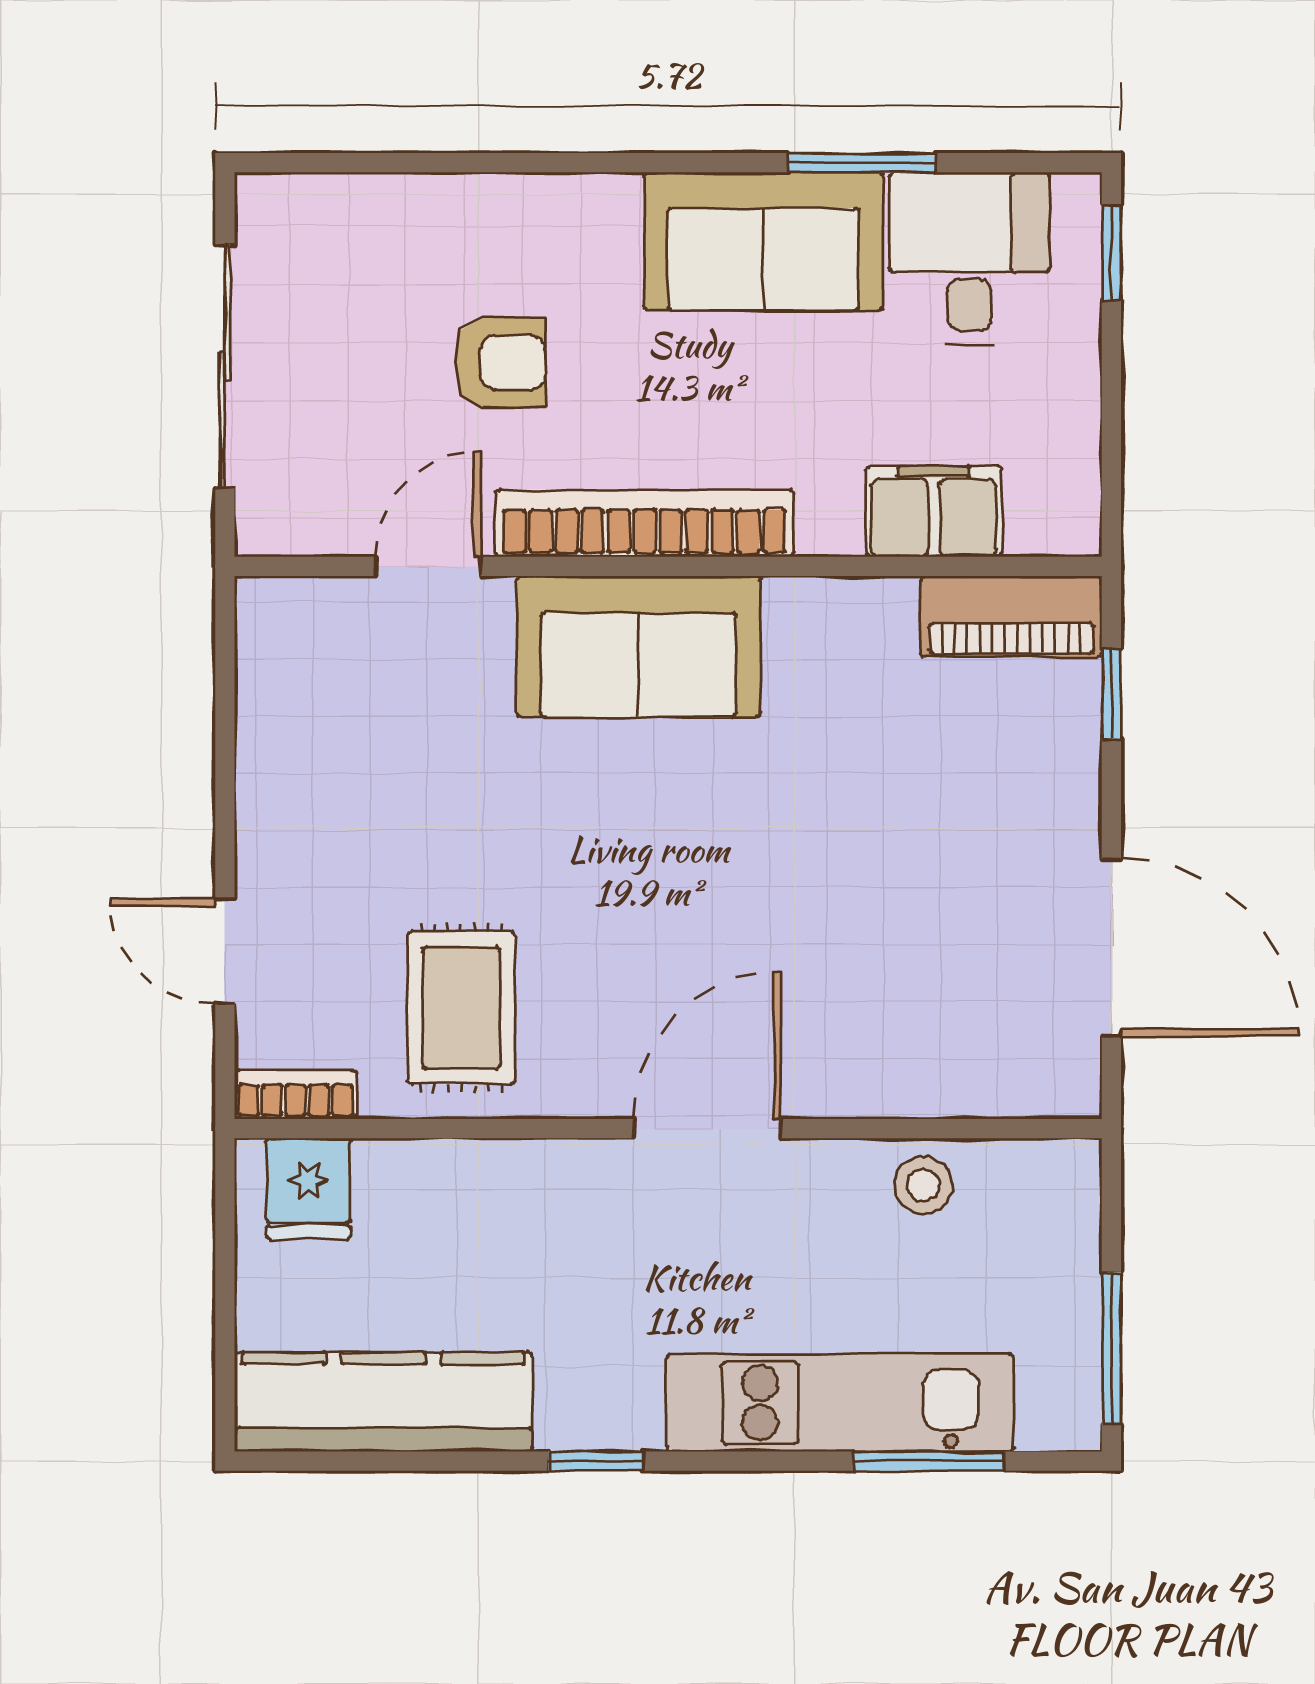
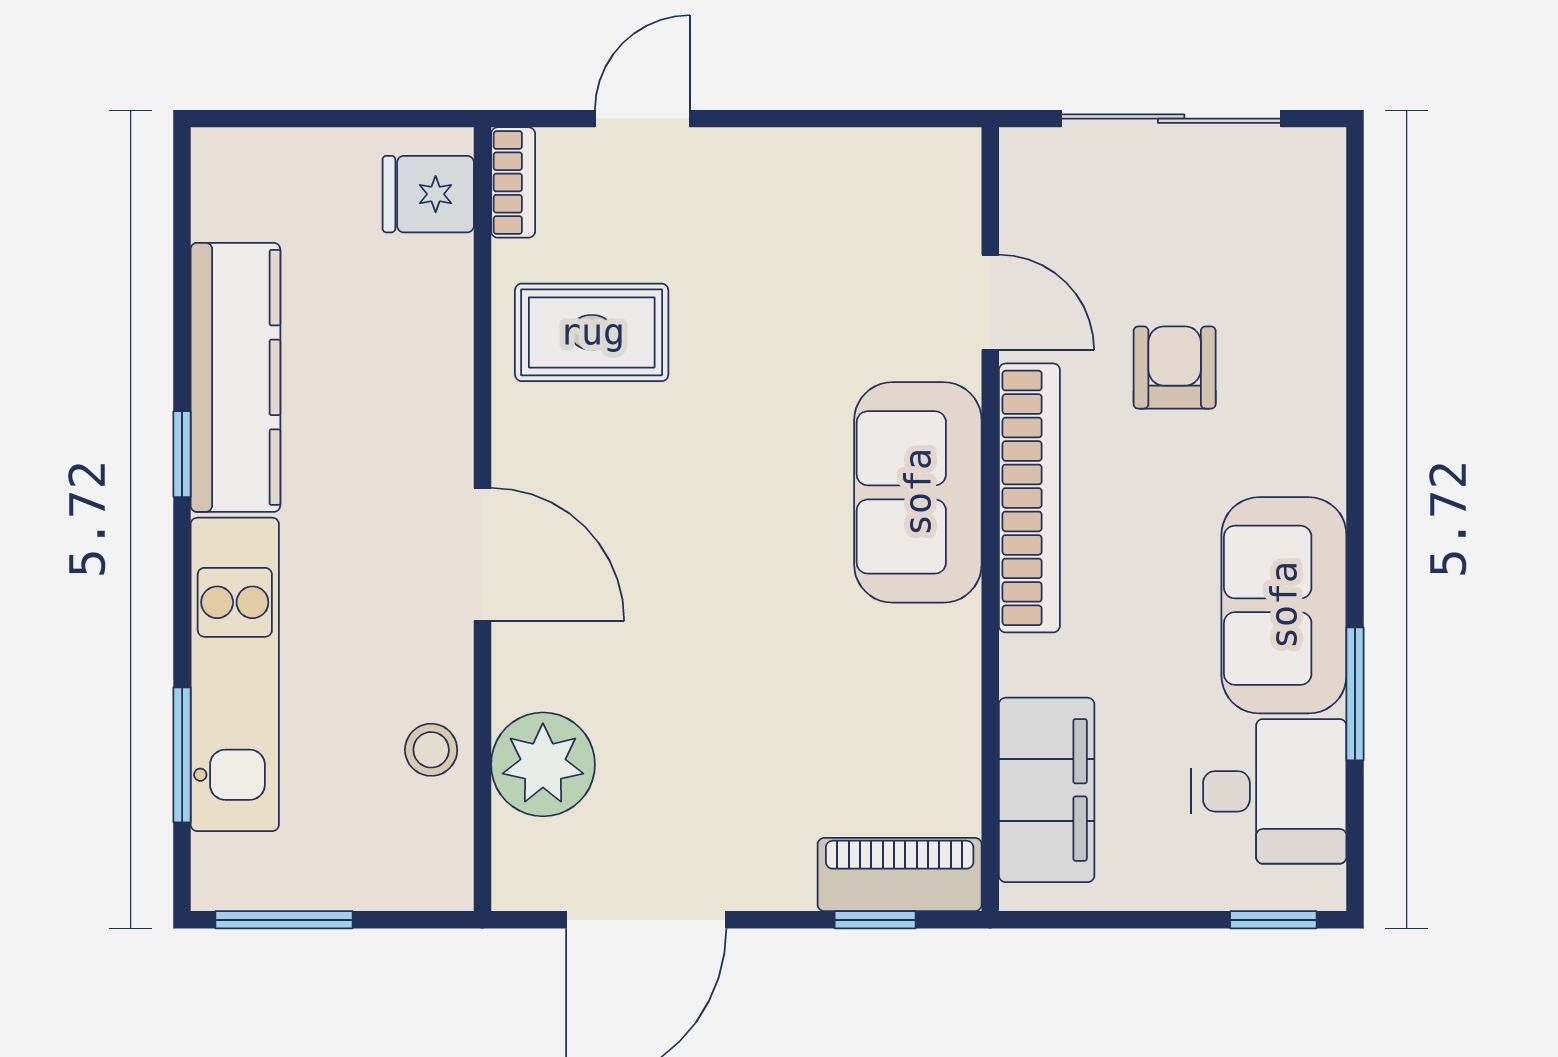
armchair: (500, 362) -> (1175, 368), turned 180
filing cabinet: (934, 512) -> (1047, 790), width x1.50, depth x1.17
piano: (1011, 617) -> (900, 874), moved, turned 90
plant: (940, 1062) -> (543, 764), added
kitchen counter: (383, 1402) -> (235, 377), moved

